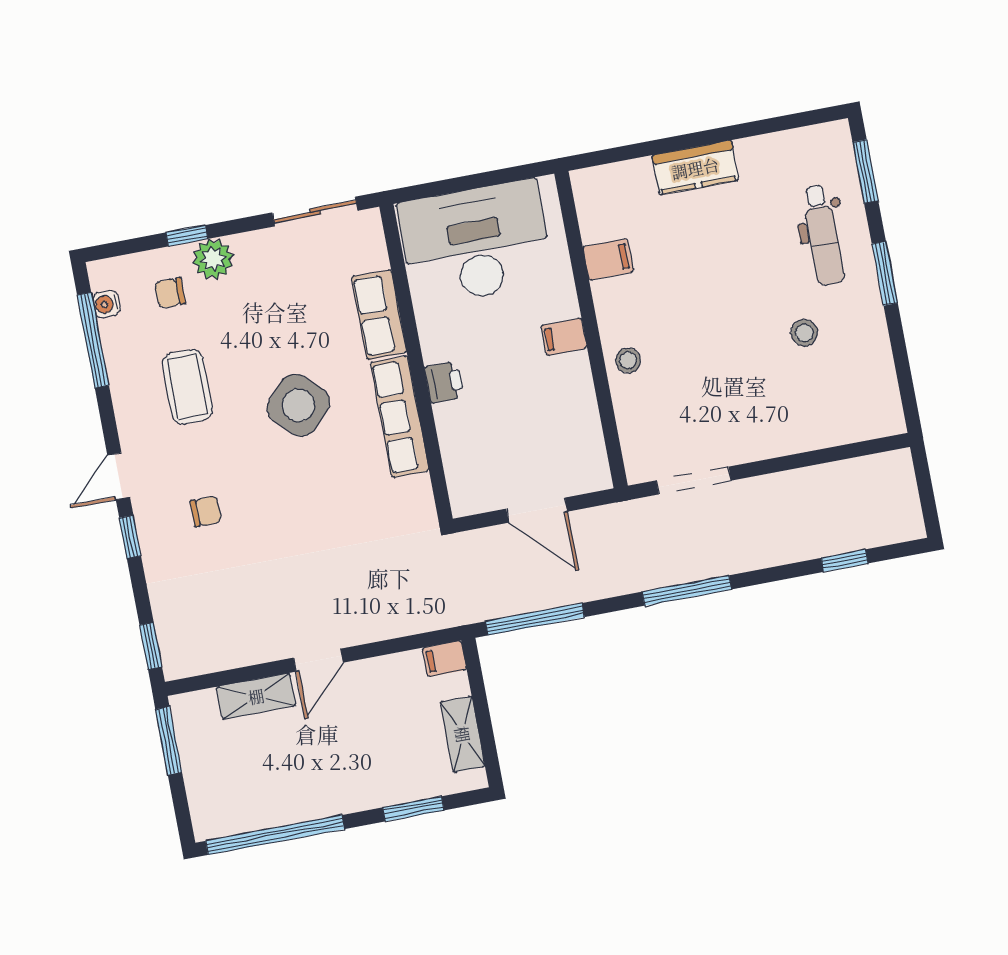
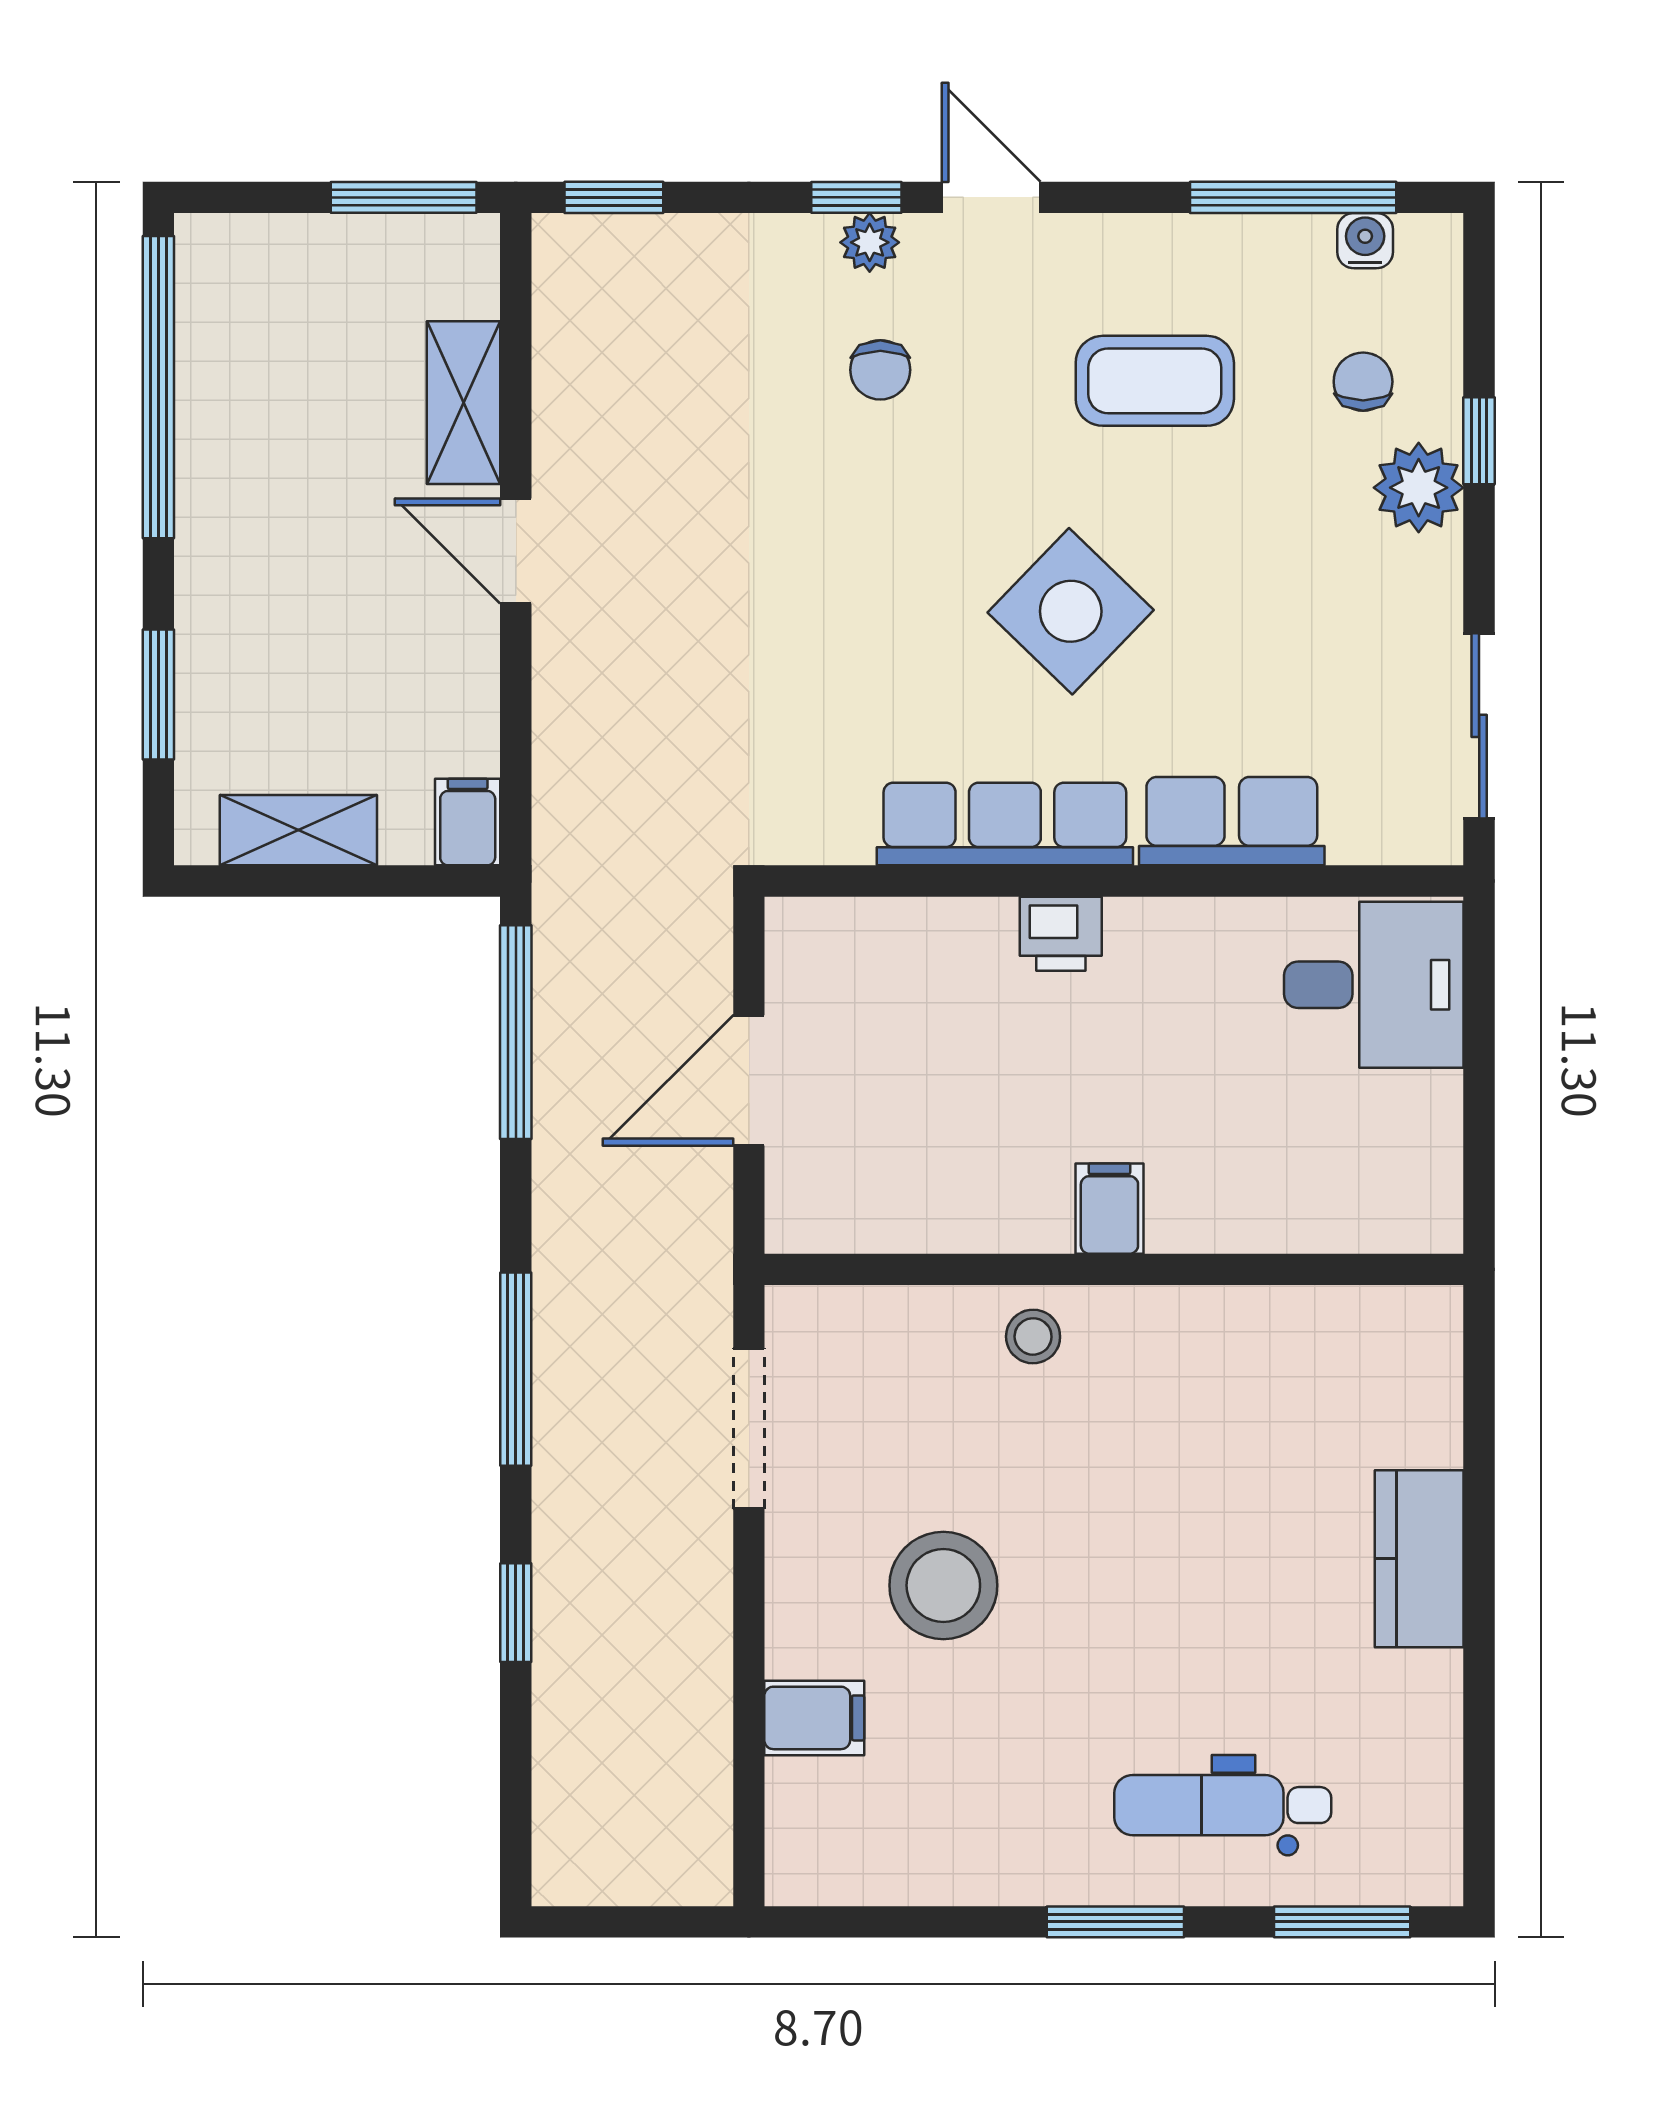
desk: (476, 243) -> (1374, 985), width x0.53, depth x0.77
filing cabinet: (608, 259) -> (814, 1718), moved, turned -90
stool: (804, 333) -> (943, 1585), moved, width x1.89, depth x1.89
plant: (149, 527) -> (870, 242), added
window: (845, 561) -> (516, 1613), moved

